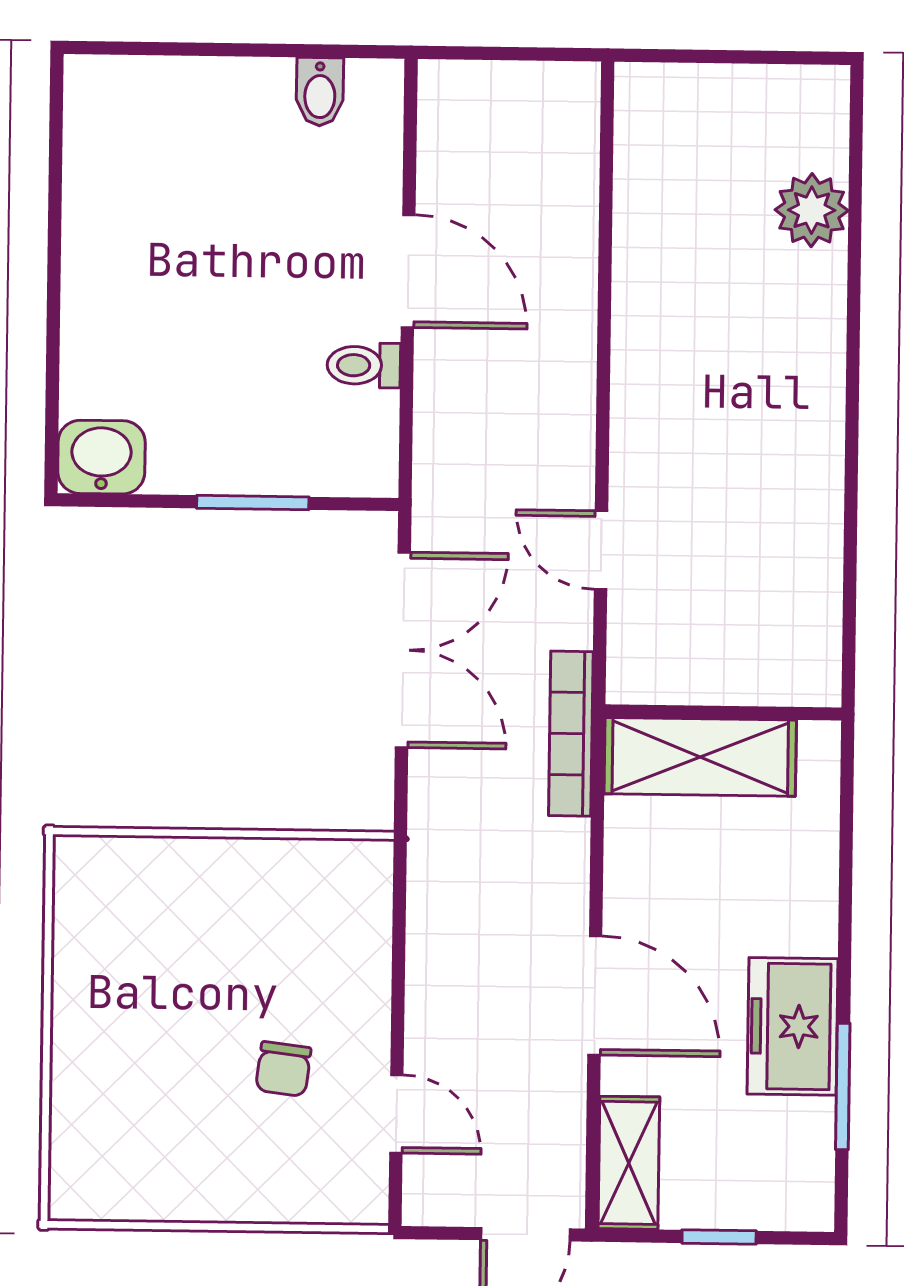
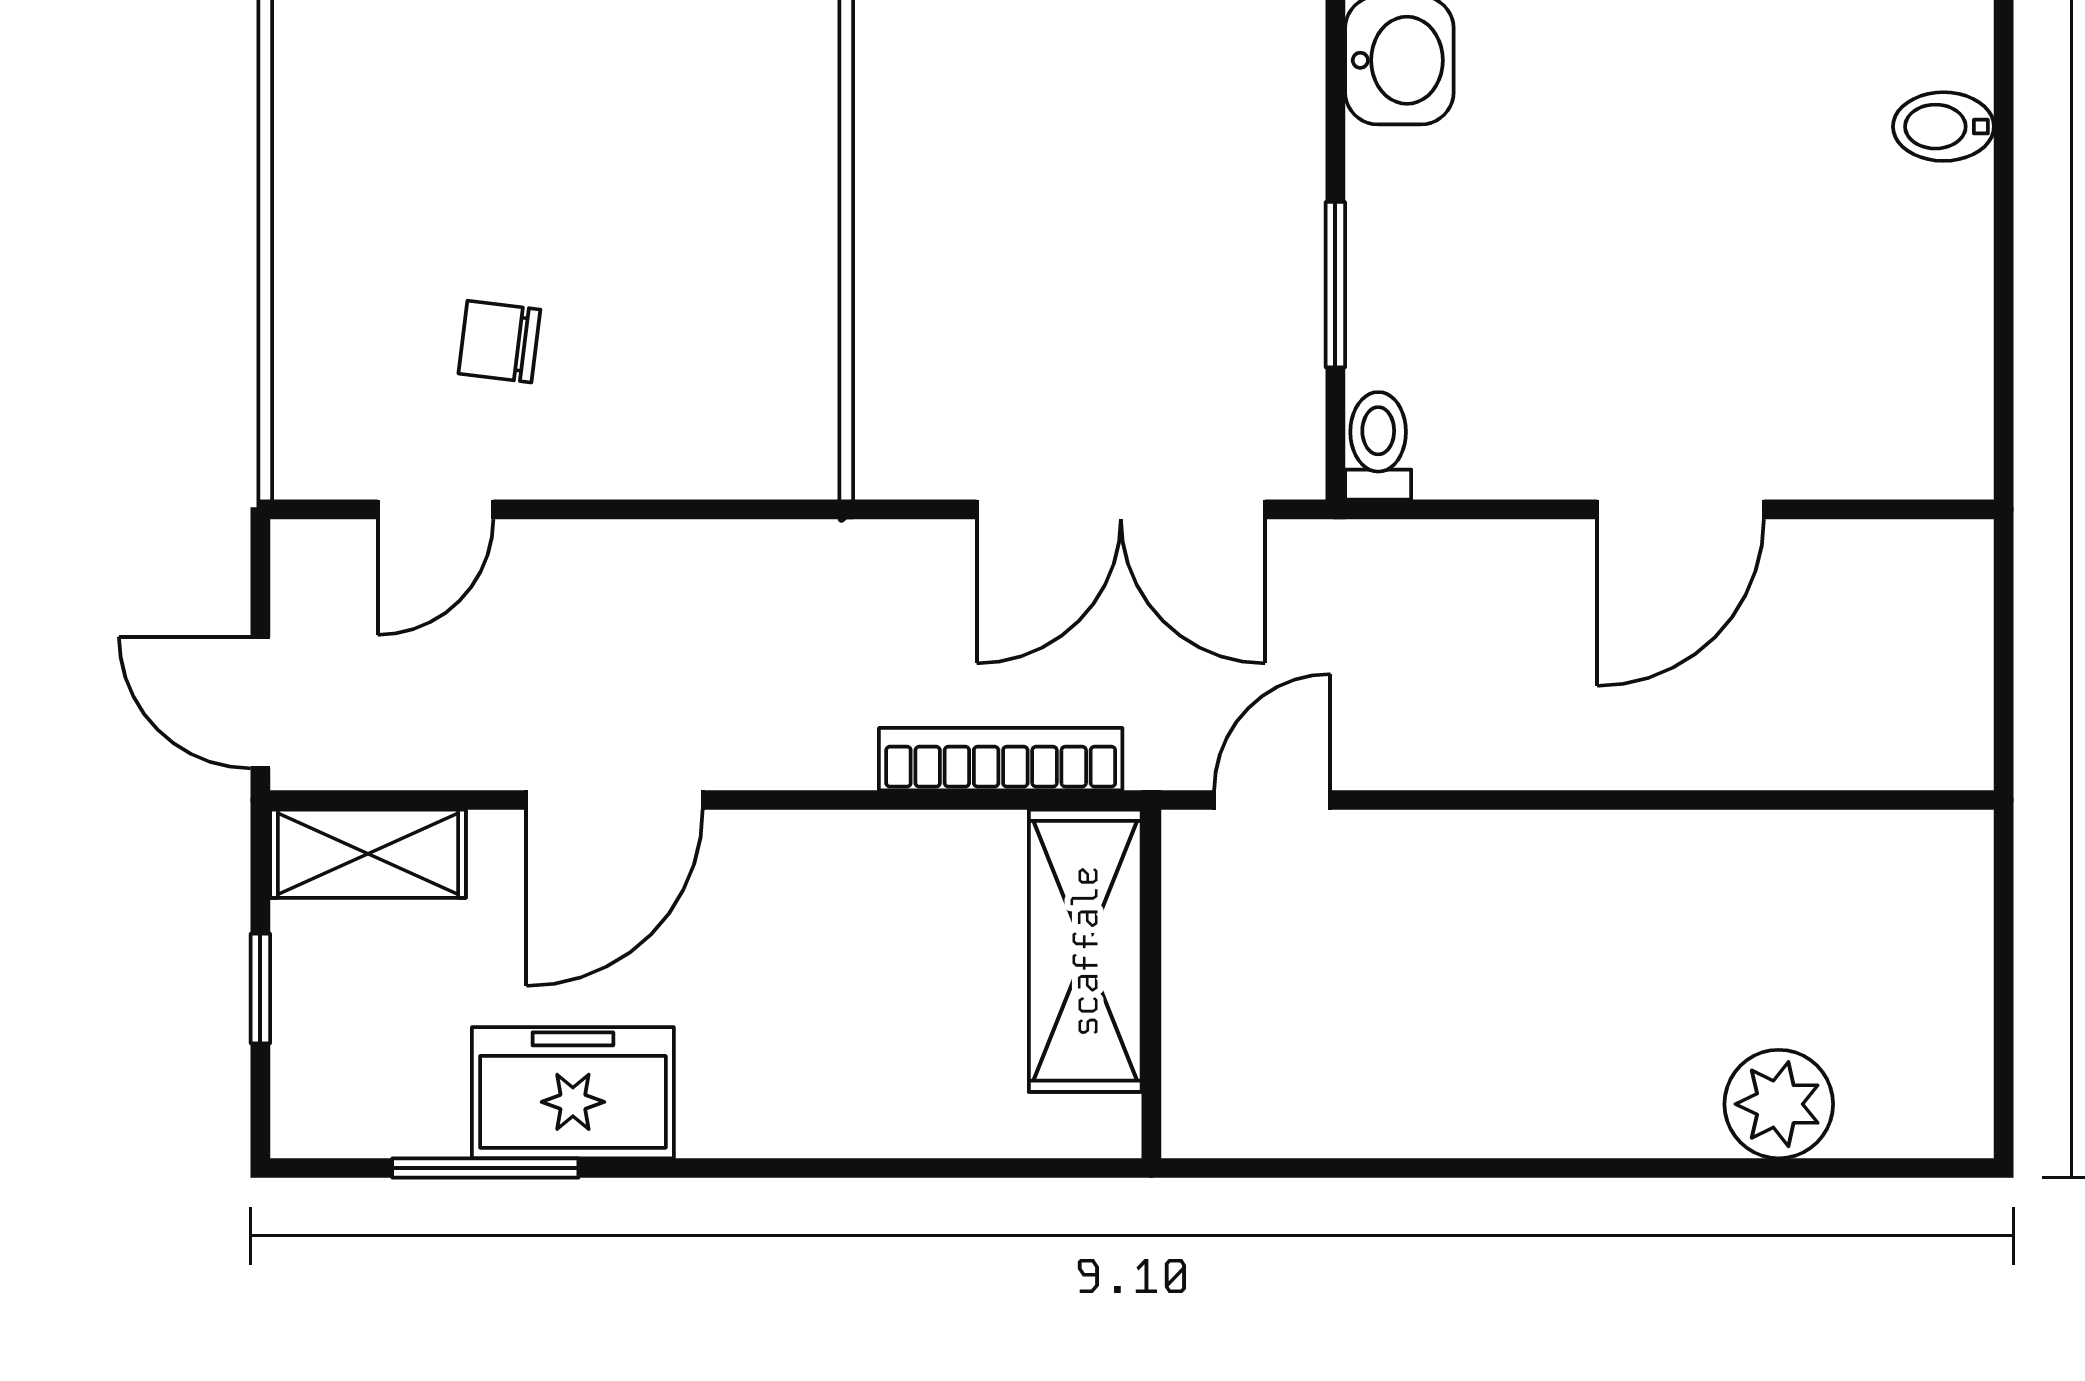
bidet: (320, 92) -> (1943, 127), moved
toilet: (364, 365) -> (1378, 446), moved
wall: (723, 712) -> (1151, 984), moved
shelving: (700, 757) -> (1085, 951), moved

